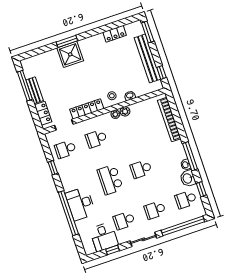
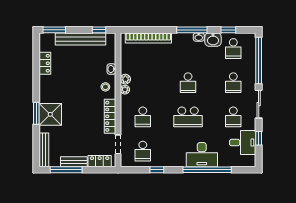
bench: (36, 60) -> (44, 150), added

